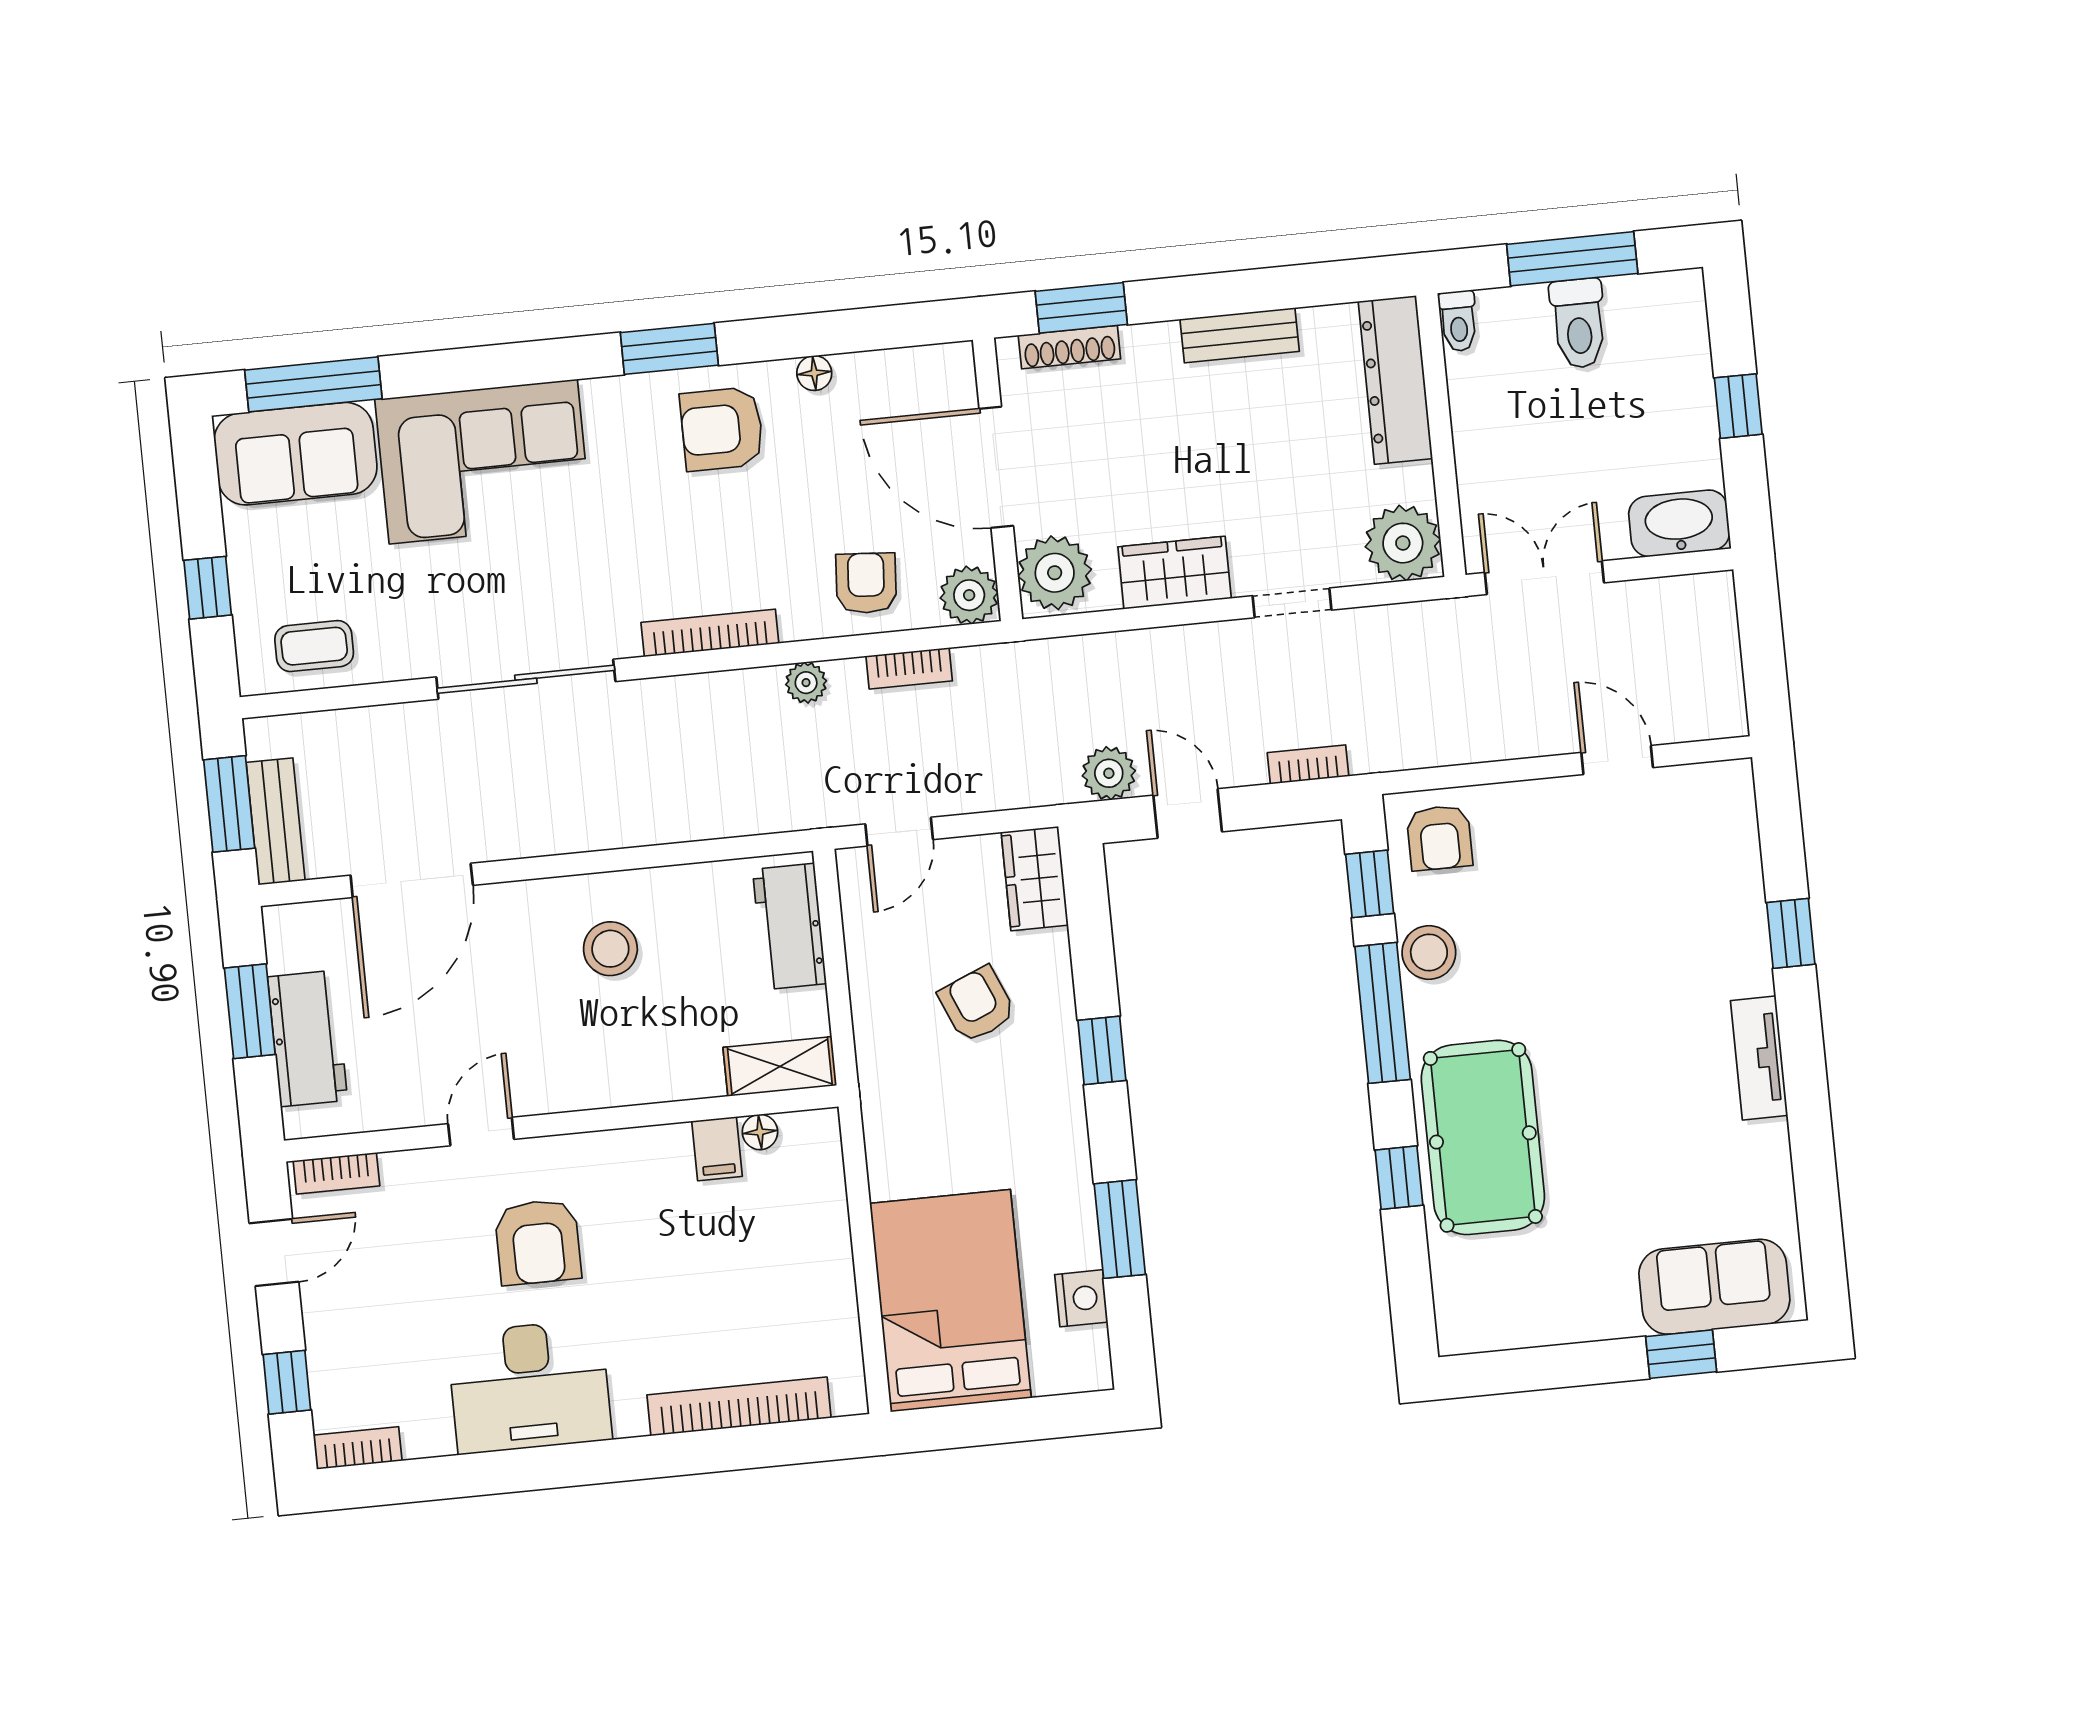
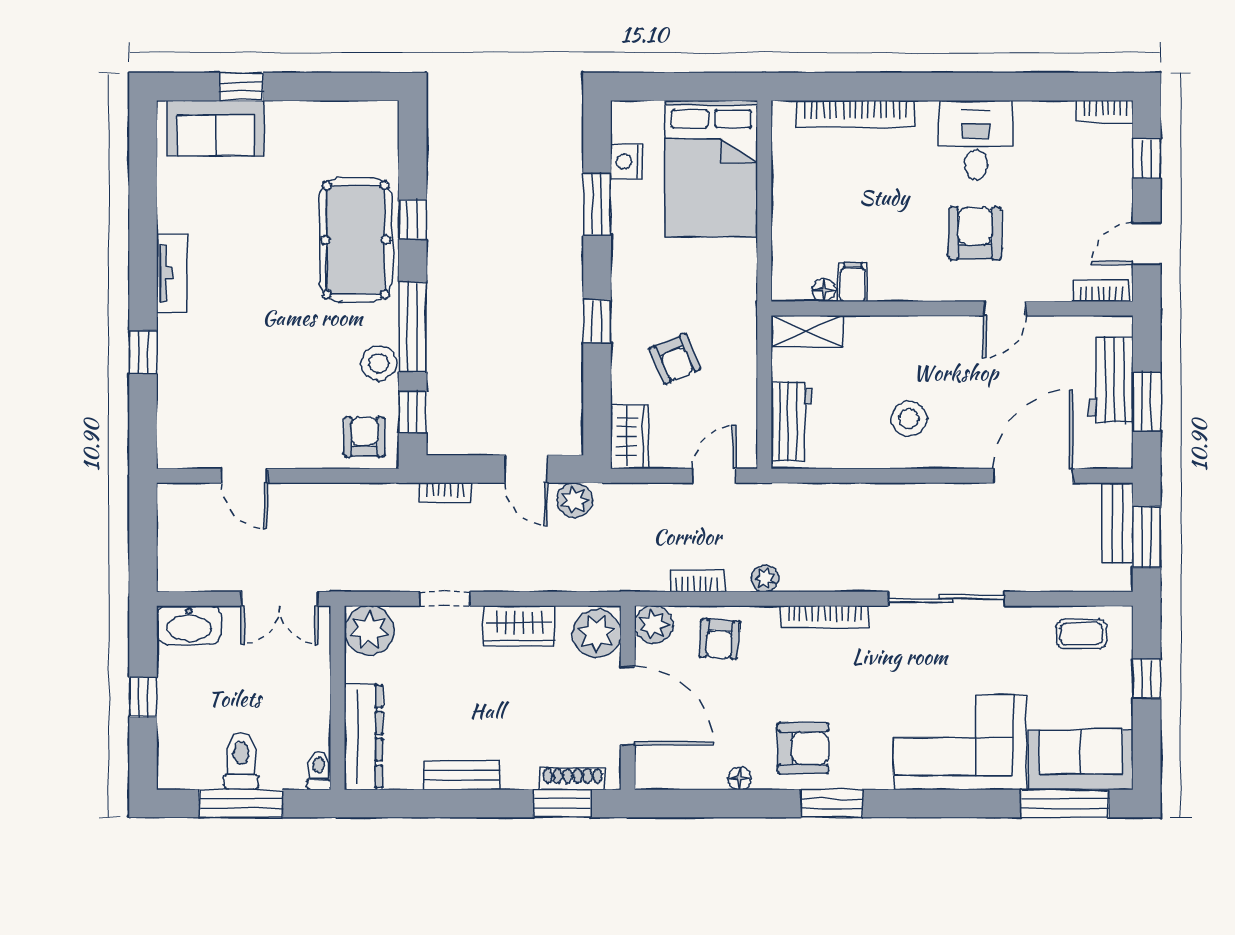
desk: (529, 1387) -> (976, 140), width x0.73

